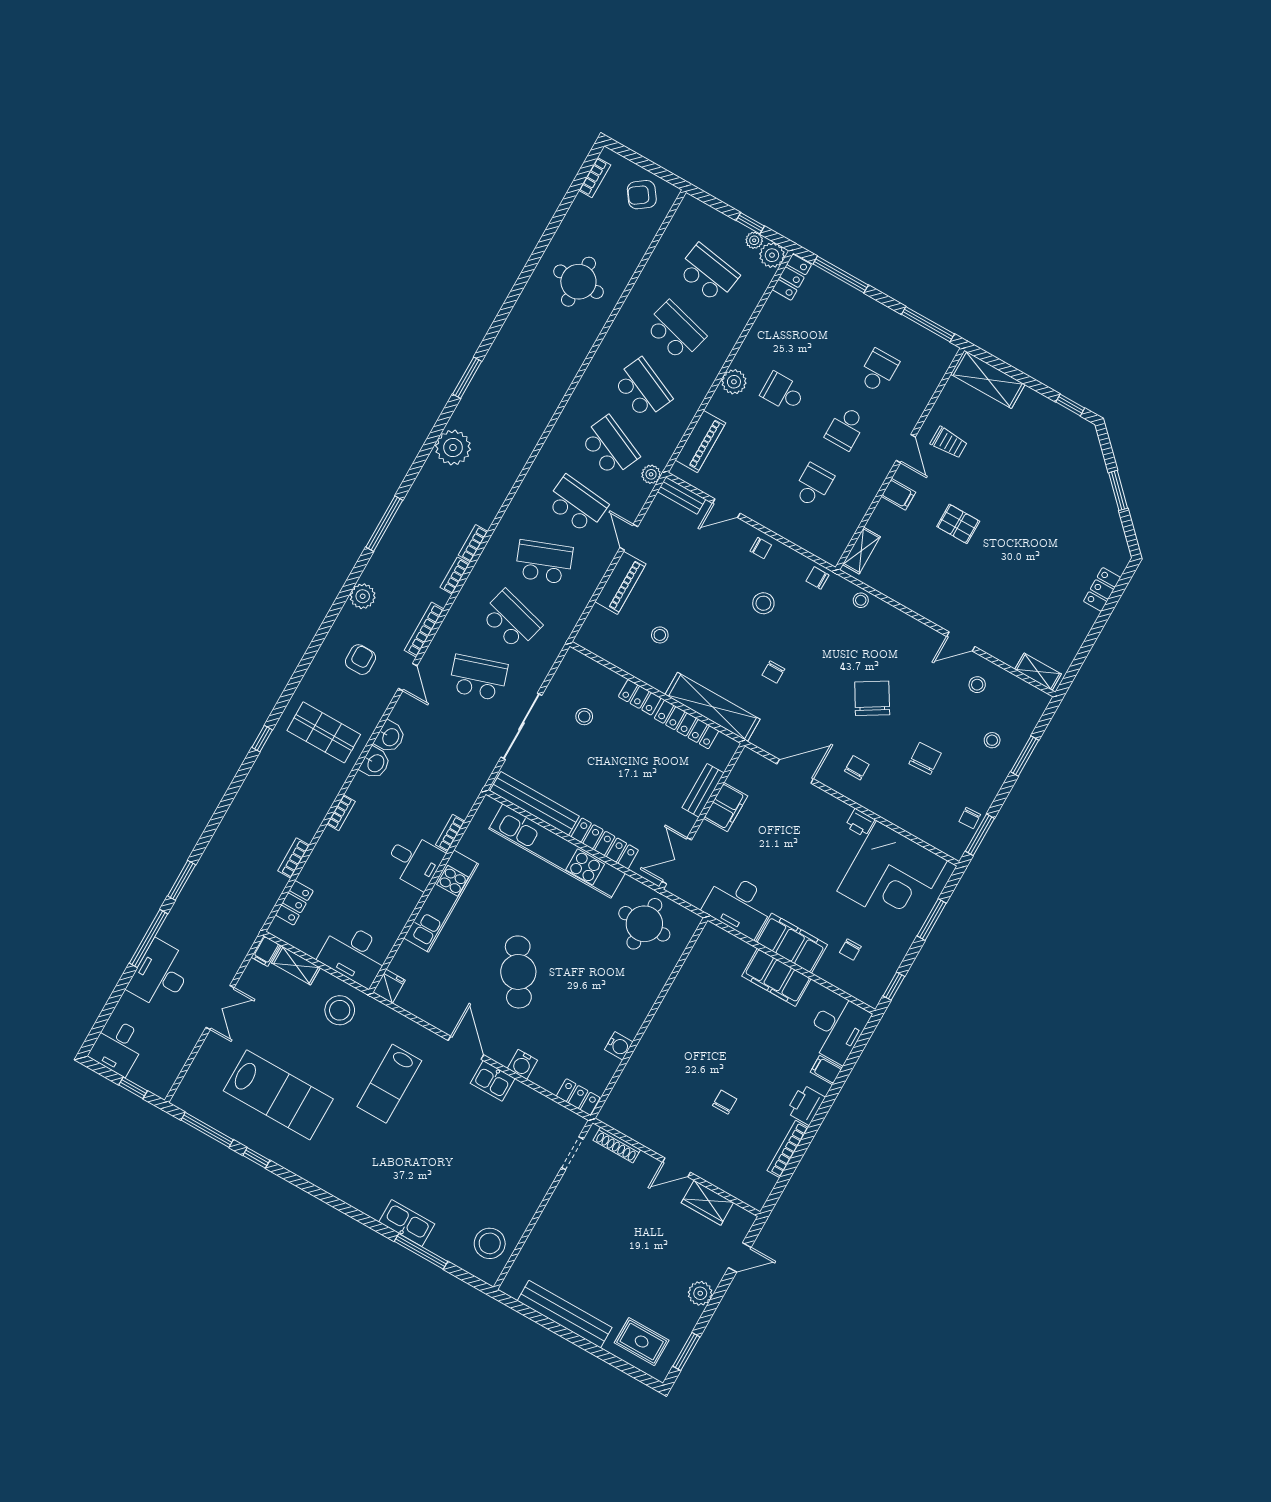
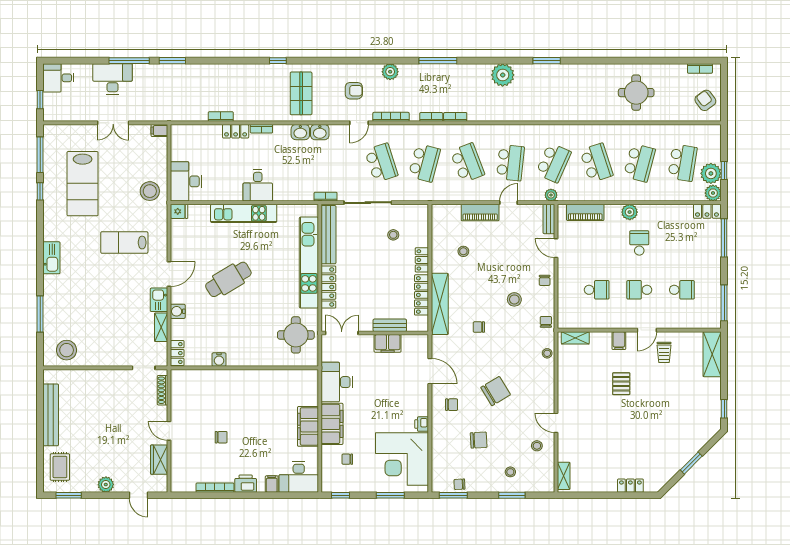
plant: (754, 240) -> (711, 173), width x1.87, depth x1.87
school desk: (642, 389) -> (596, 163), turned -42
bookcase: (450, 833) -> (326, 197), moved
locker: (294, 903) -> (236, 131), moved
shelving: (296, 965) -> (161, 327), moved
kitchen sink: (407, 1223) -> (51, 258), moved

